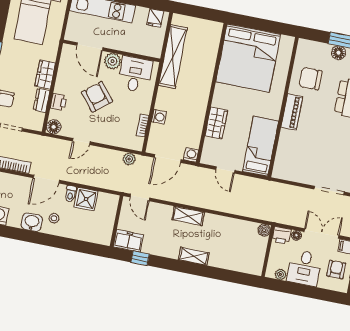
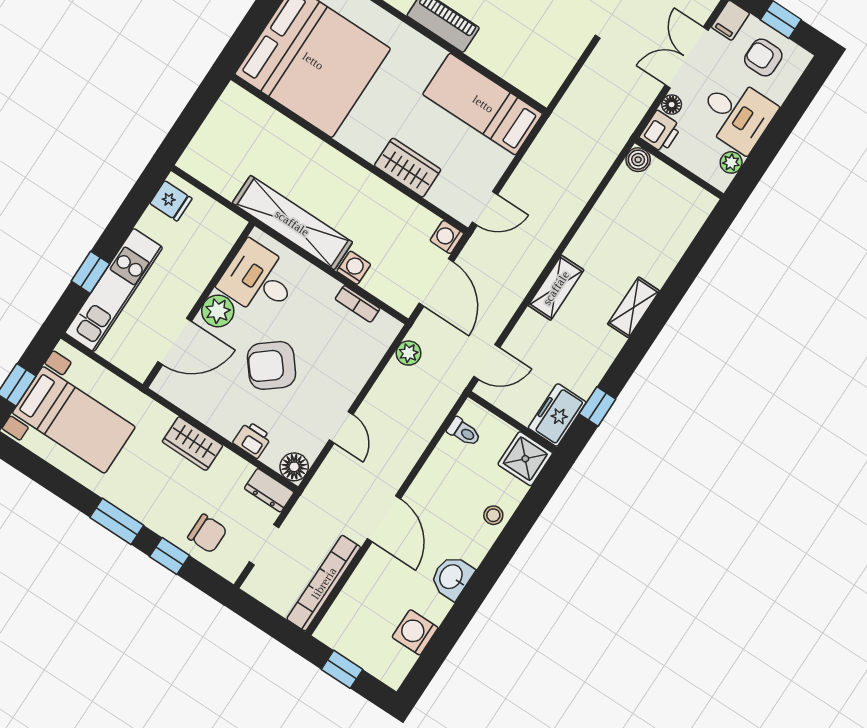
shelving: (173, 57) -> (292, 223), moved
dresser: (42, 100) -> (269, 490), moved
door: (225, 170) -> (485, 208), moved
toilet: (70, 194) -> (464, 432), moved
shower: (86, 199) -> (525, 459), moved
stool: (54, 218) -> (493, 515), moved

